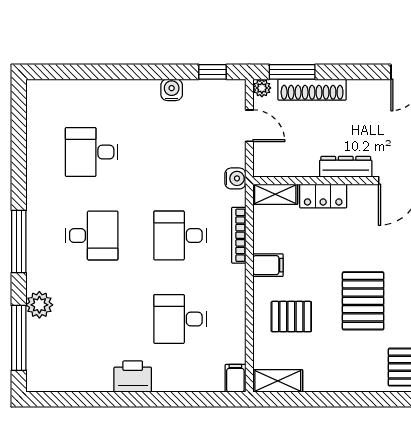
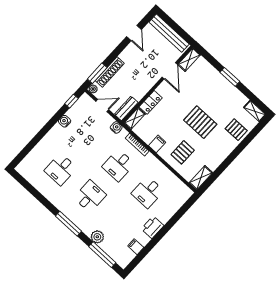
dresser: (346, 167) -> (126, 108), moved
filing cabinet: (235, 378) -> (136, 247), moved

